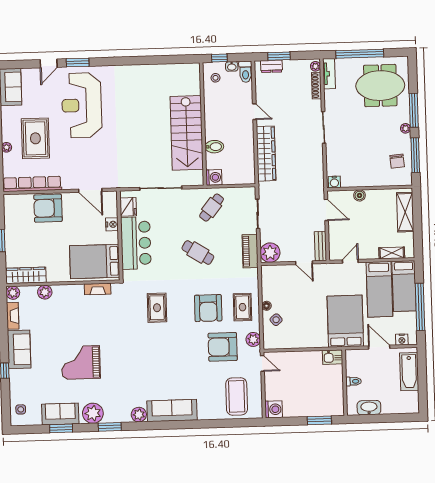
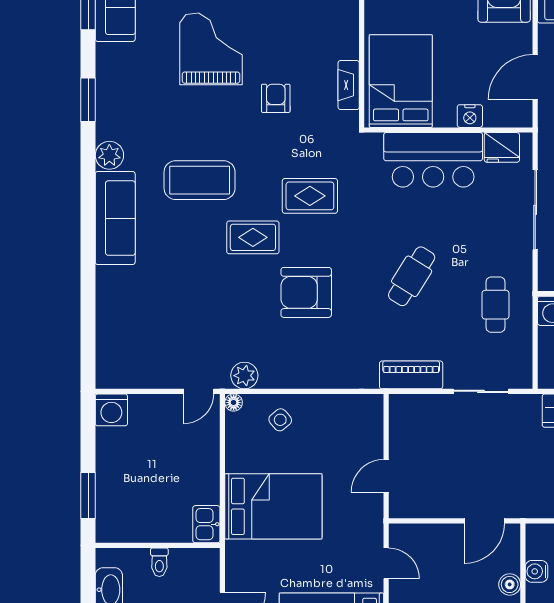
water cooler: (334, 182) -> (536, 571), moved
cafe table: (212, 208) -> (496, 305), turned 51
bench: (320, 246) -> (416, 508), removed
plant: (270, 253) -> (407, 412), removed
floor lamp: (266, 306) -> (234, 403), moved
rug: (242, 307) -> (253, 237), moved
bed: (345, 321) -> (273, 506), moved
armchair: (223, 347) -> (276, 98), moved, width x0.53, depth x0.53
coffee table: (237, 396) -> (200, 180), moved
plant: (93, 413) -> (115, 69), removed

